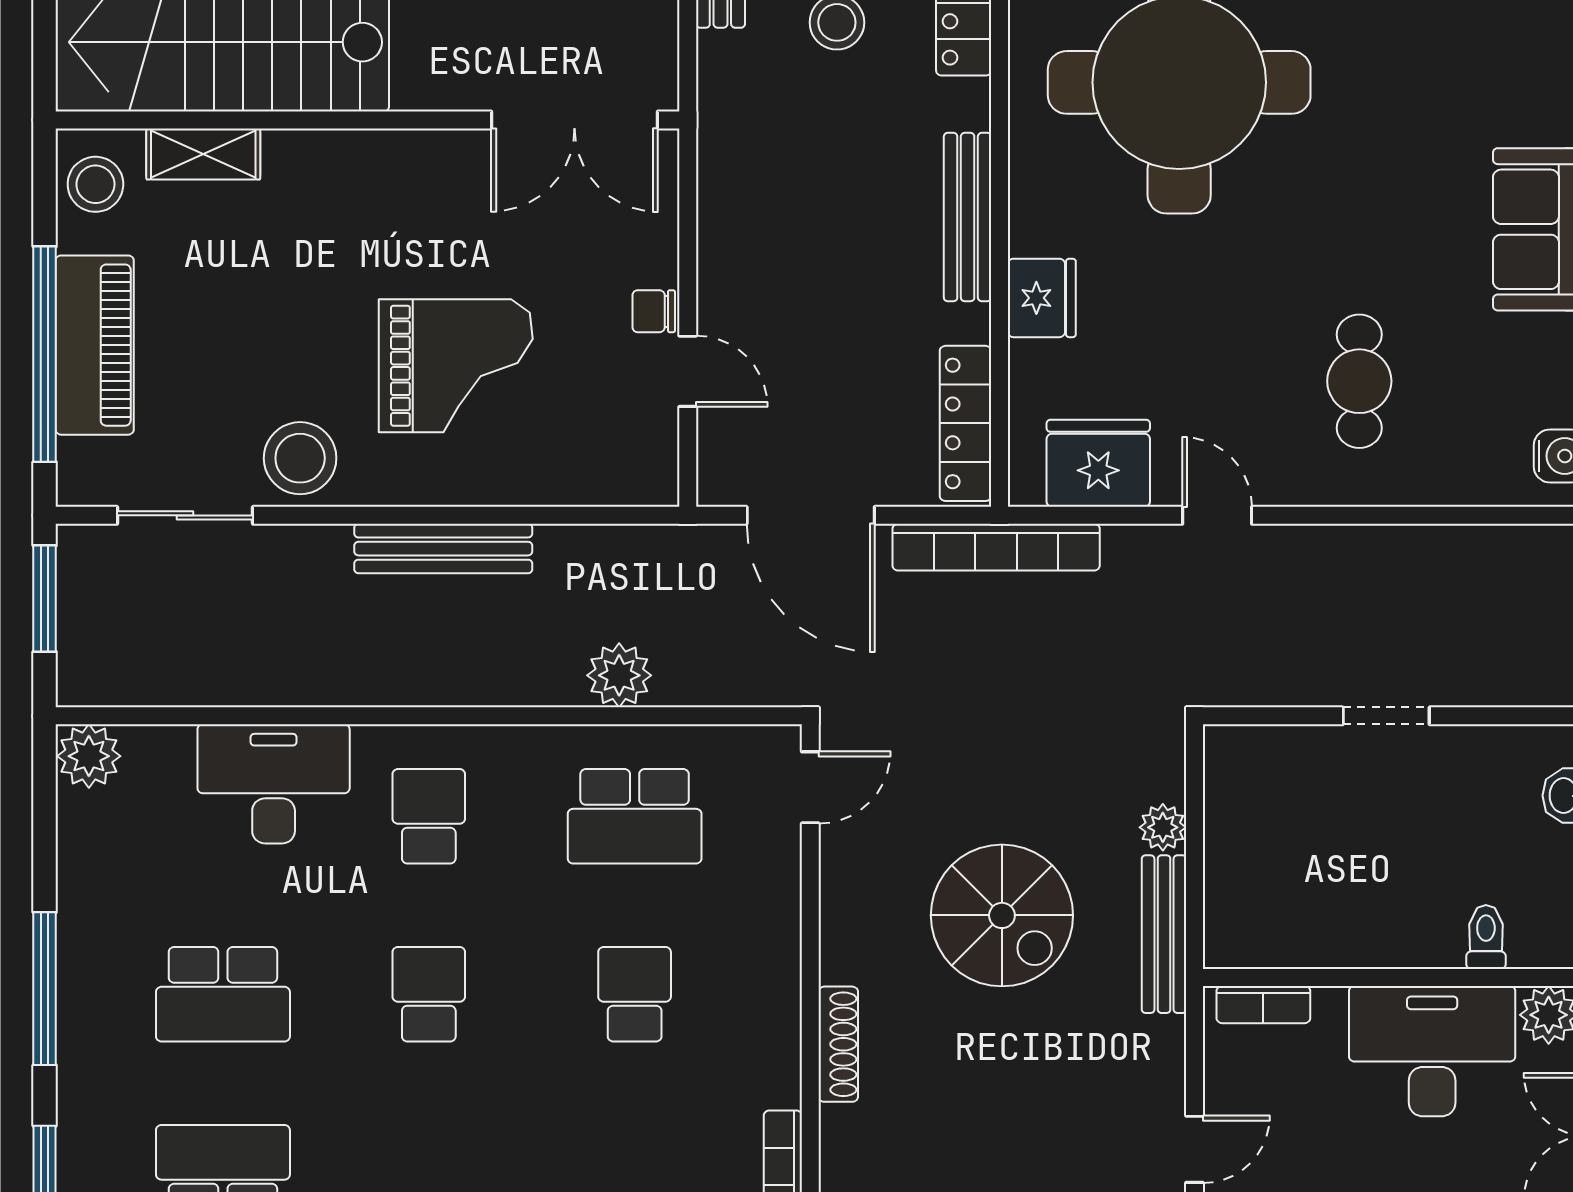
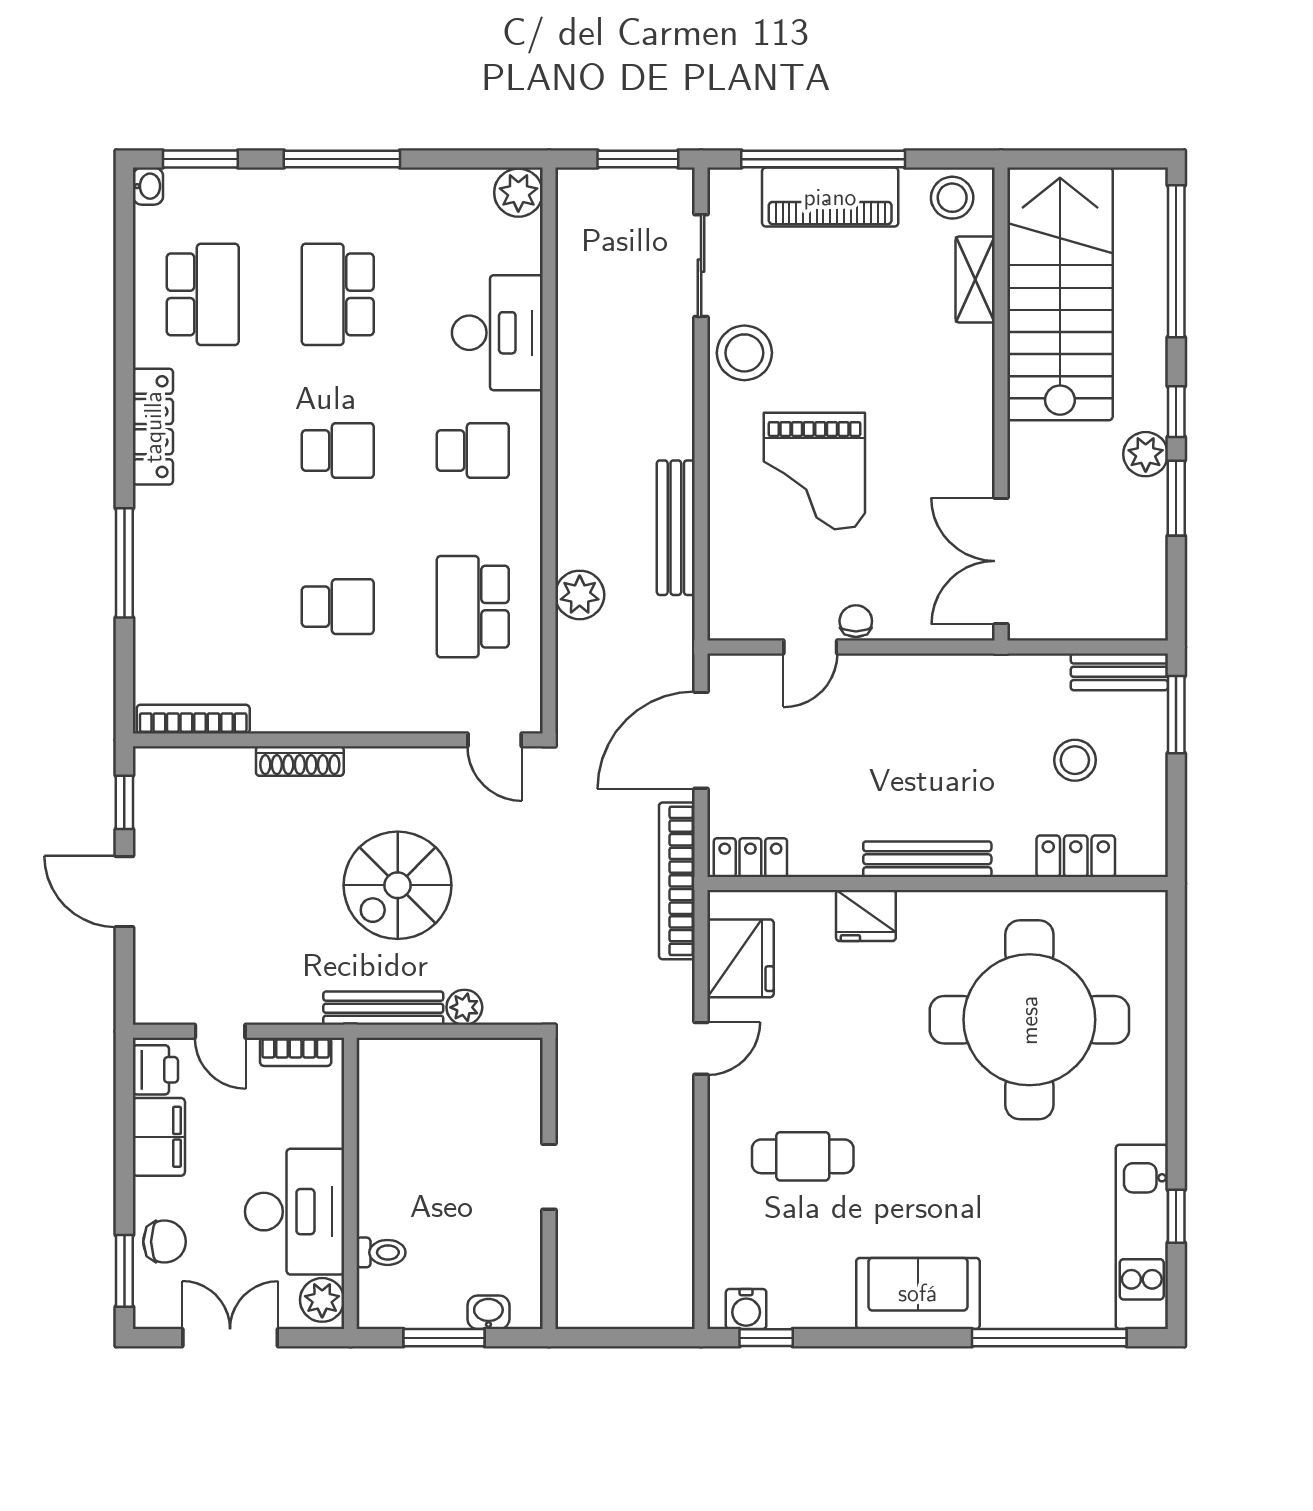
locker: (966, 423) -> (750, 858), width x0.66
bench: (443, 549) -> (676, 528), moved
bookcase: (1263, 1005) -> (296, 1052), moved, turned -90

